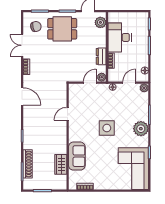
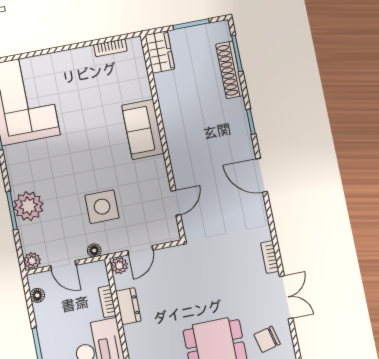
door: (129, 83) -> (63, 265), hinge flipped
door: (22, 96) -> (262, 175), moved
door: (68, 114) -> (176, 203), moved
side table: (107, 128) -> (102, 207), moved
plant: (141, 129) -> (28, 206), moved
sofa: (77, 156) -> (143, 129), moved
wardrobe: (61, 164) -> (160, 52), moved

